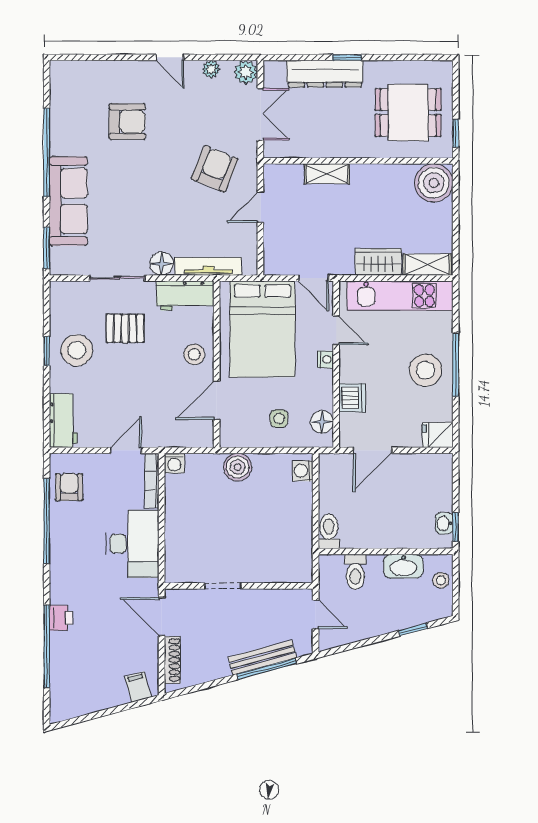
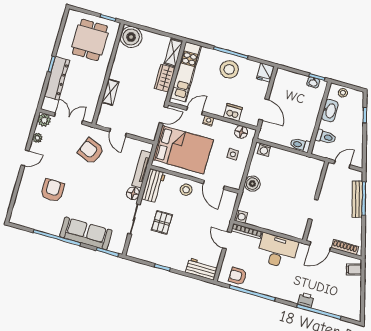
stool: (77, 350) -> (166, 251), removed

